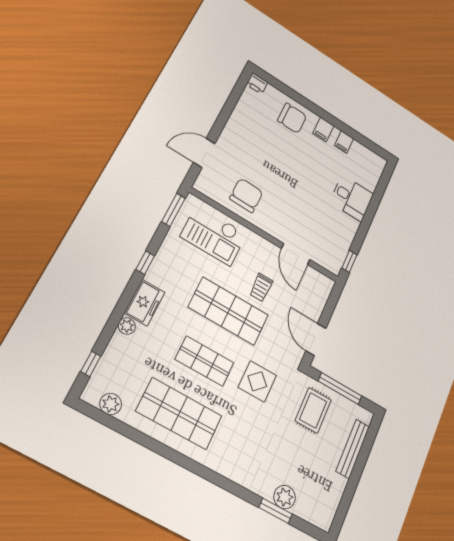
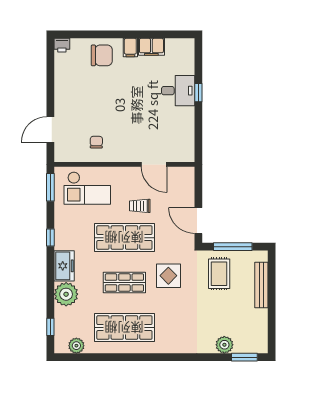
filing cabinet: (344, 142) -> (151, 47), width x2.00
chair: (246, 195) -> (96, 142), width x0.54, depth x0.54
window: (349, 261) -> (198, 93), moved
trolley: (261, 287) -> (140, 206), turned 90
plant: (127, 326) -> (66, 294), width x1.88, depth x1.88
window: (276, 511) -> (244, 357), moved

